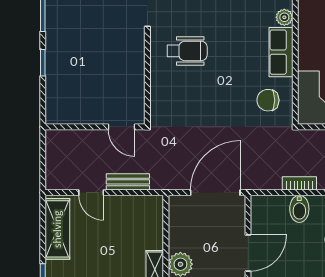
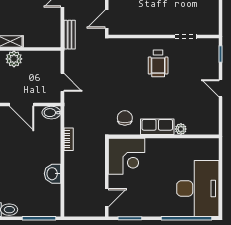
bench: (128, 182) -> (70, 35), moved
door: (215, 193) -> (62, 82), width x0.53
bidet: (299, 209) -> (51, 113), moved

